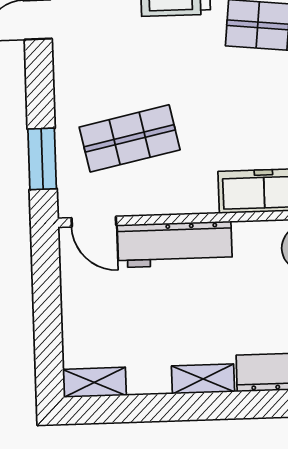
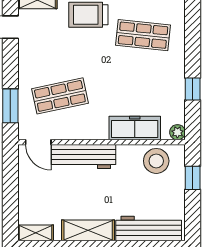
shelving: (203, 379) -> (88, 230), width x1.50, depth x1.33

